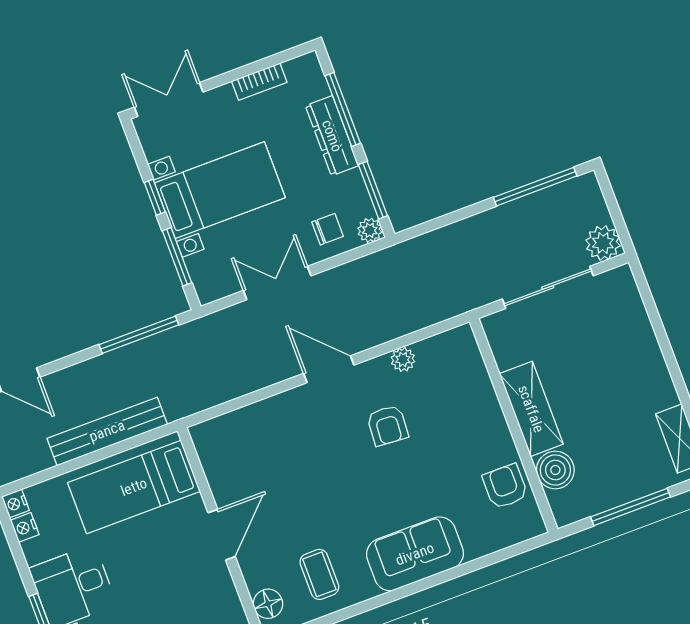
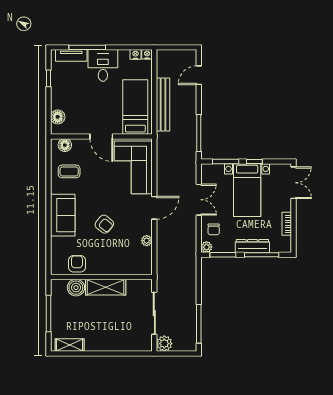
armchair: (387, 425) -> (104, 224), moved, turned -145
corner sofa: (261, 444) -> (133, 167), added
armchair: (505, 486) -> (77, 264), turned -90

